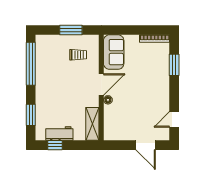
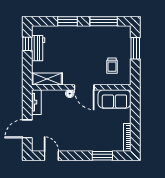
window: (71, 30) -> (135, 48), moved
window: (31, 64) -> (104, 21), width x0.68
window: (31, 115) -> (67, 21), moved
tv unit: (117, 135) -> (36, 102), added

